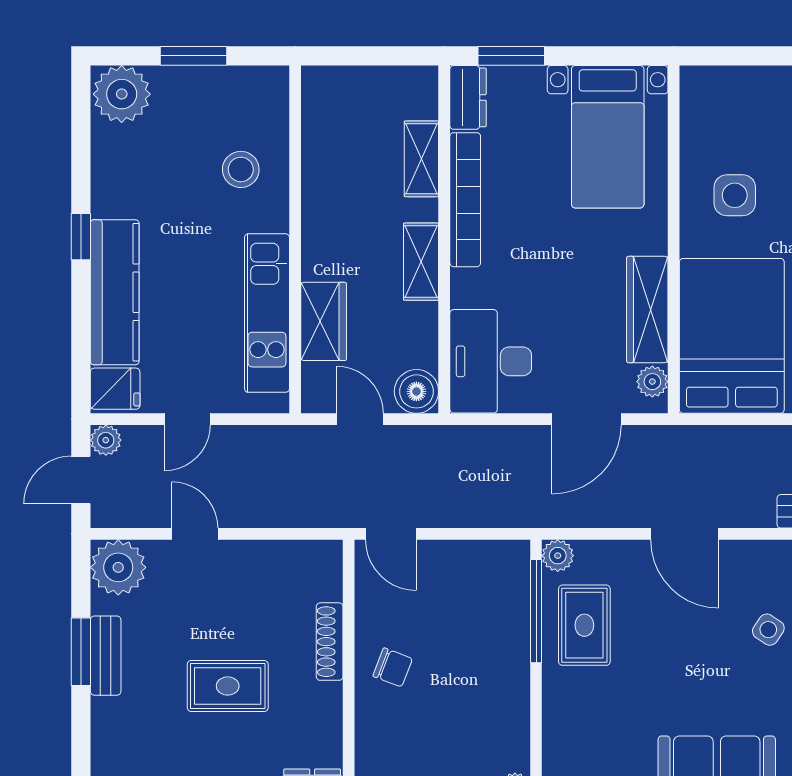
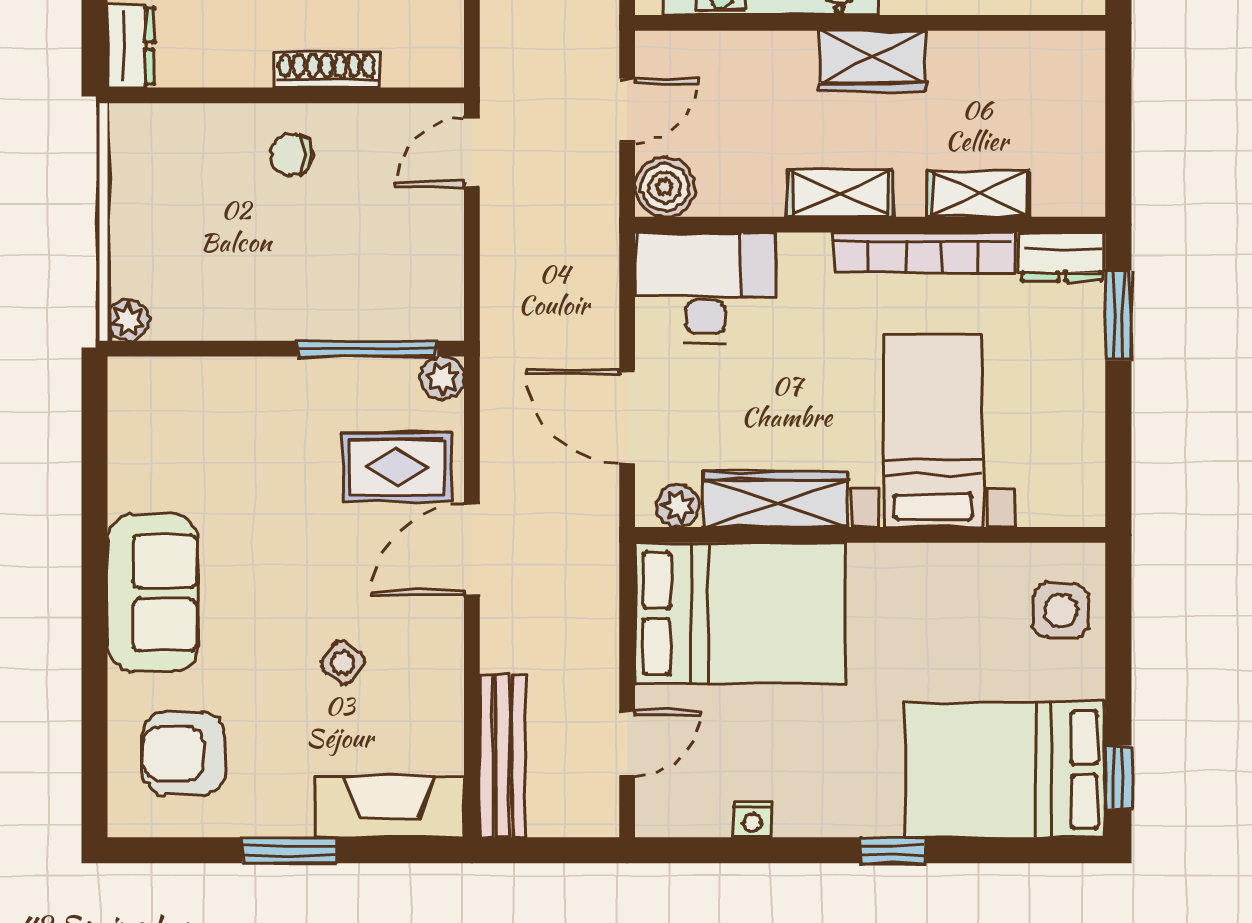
bed with nightstands: (608, 137) -> (933, 431), moved, turned 90
side table: (735, 195) -> (1061, 611), moved
wardrobe: (324, 321) -> (873, 62), moved
rug: (584, 625) -> (397, 467), moved
chair: (393, 667) -> (292, 155), turned 69

